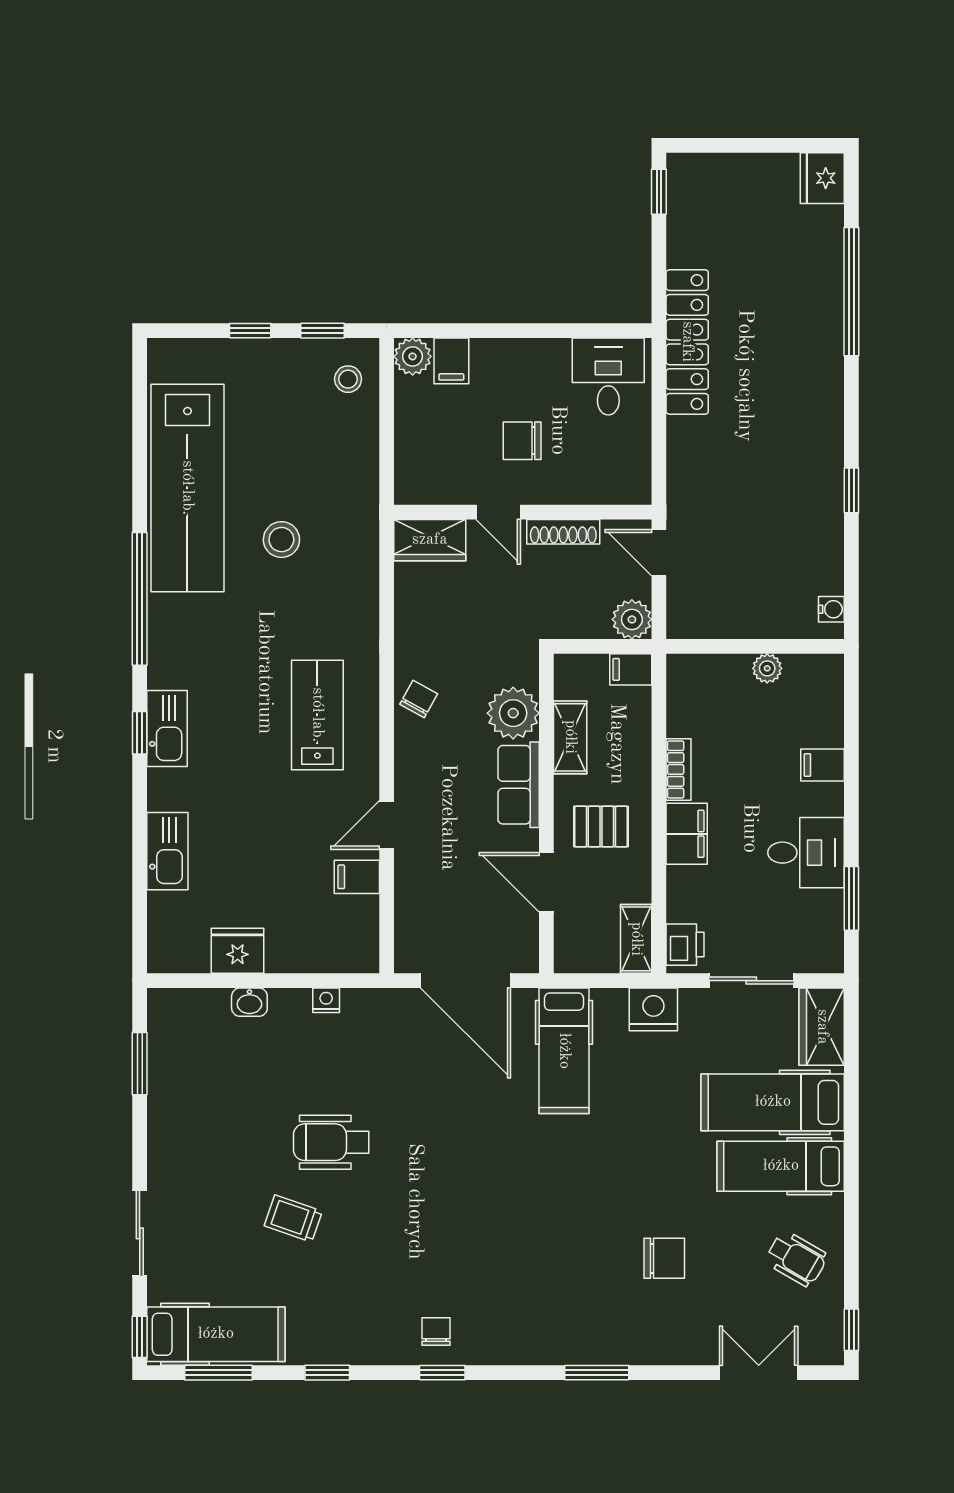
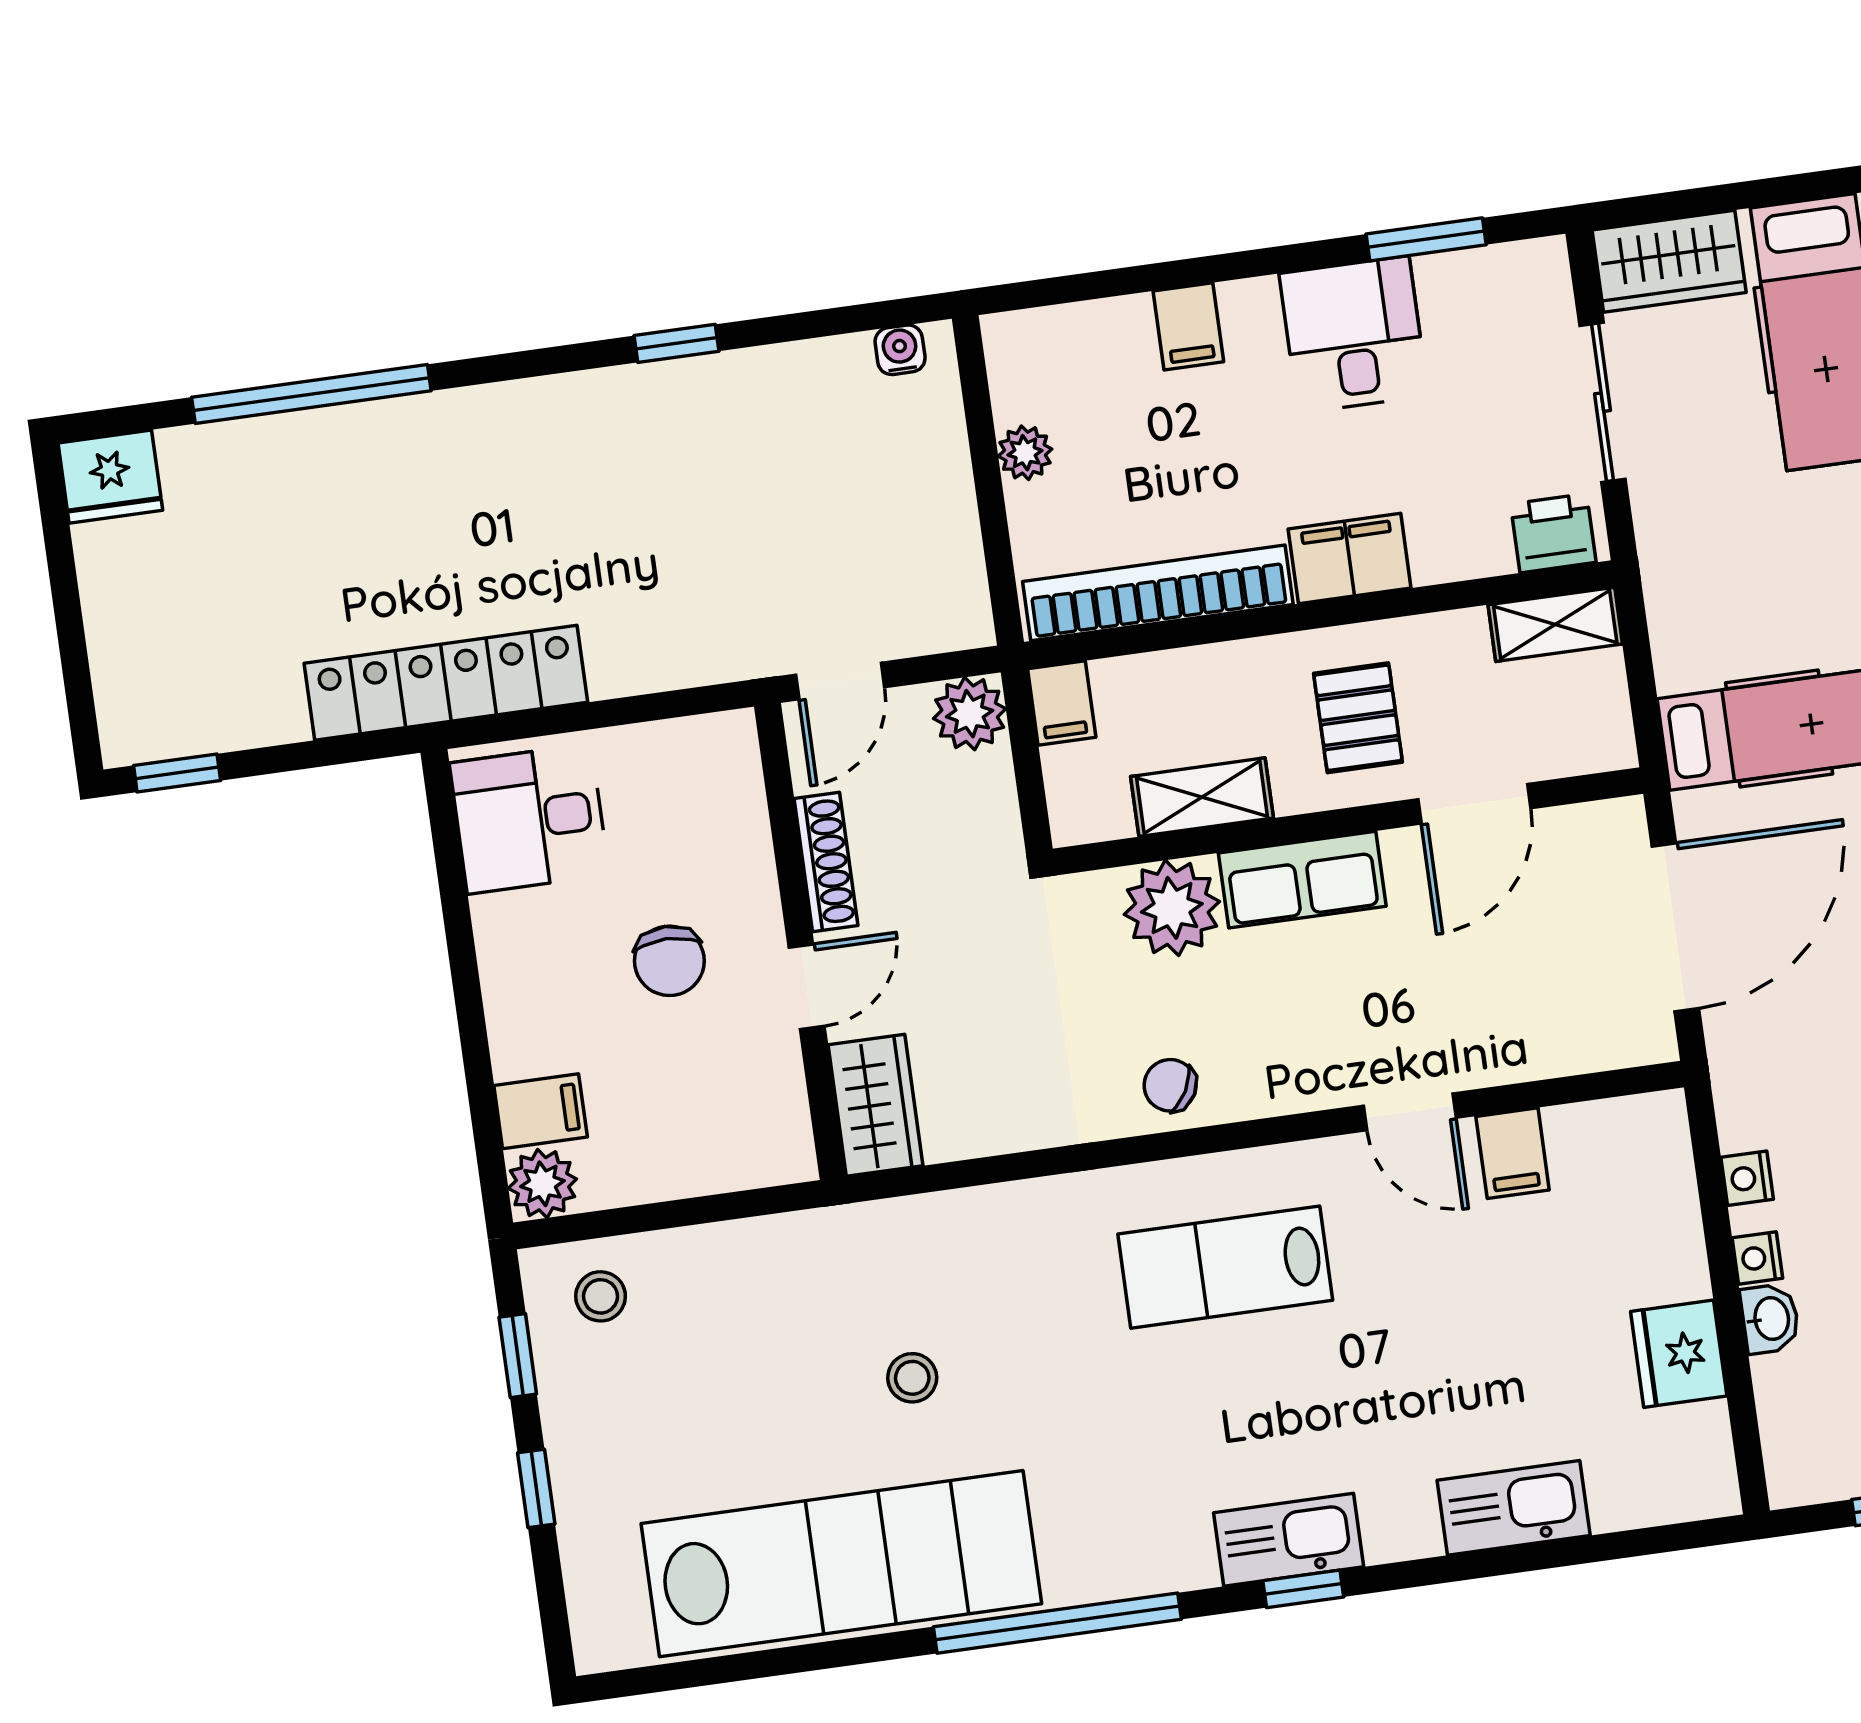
stool: (281, 540) -> (912, 1378), width x0.73, depth x0.73
bookcase: (679, 769) -> (1158, 593), width x2.31, depth x1.31
nightstand: (653, 1009) -> (1757, 1258), moved, width x0.53, depth x0.56

